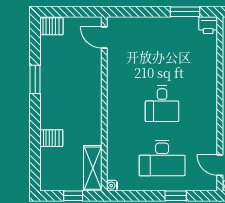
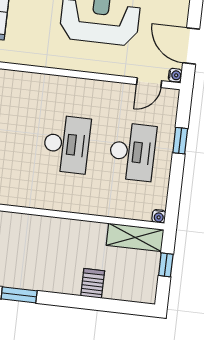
desk: (162, 104) -> (67, 144), width x1.37

